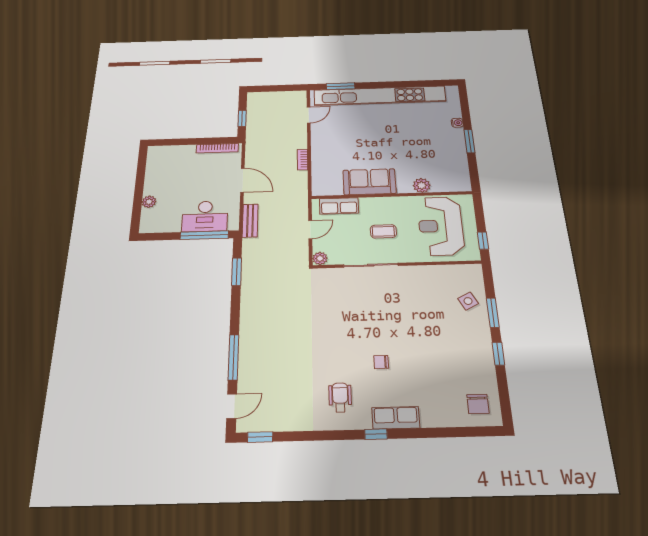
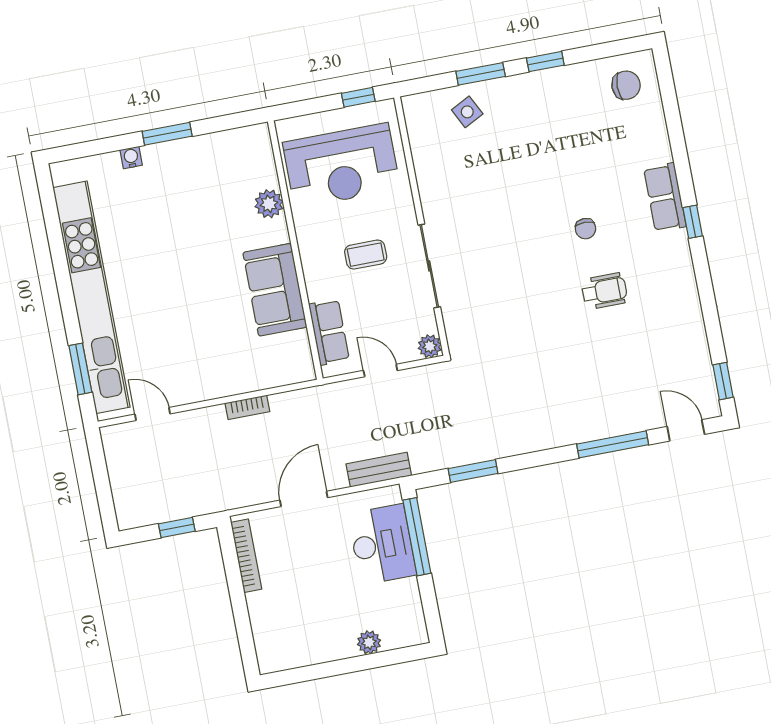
coffee table: (383, 231) -> (366, 255), turned 90
wheelchair: (340, 397) -> (604, 291), moved, turned 180

